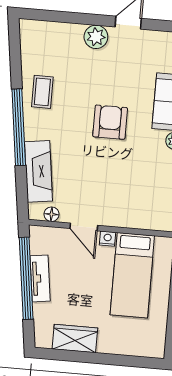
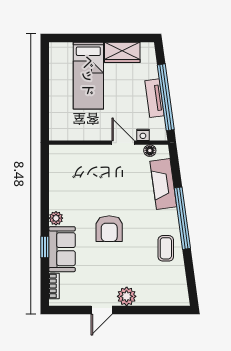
nightstand: (108, 239) -> (143, 135), moved
bed: (132, 275) -> (88, 76), moved, turned 180

